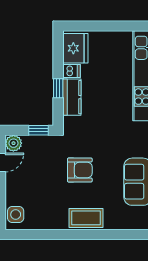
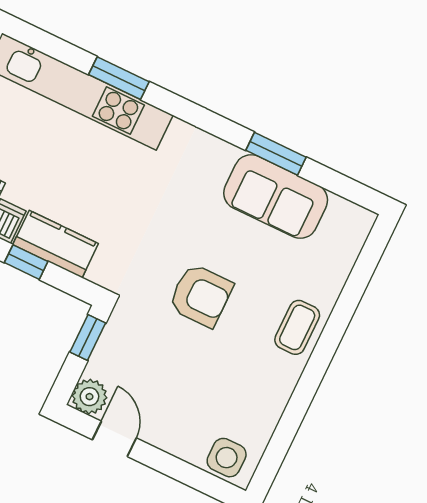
armchair: (80, 170) -> (201, 295), turned 90
coffee table: (86, 218) -> (297, 327), width x0.73, depth x0.77

